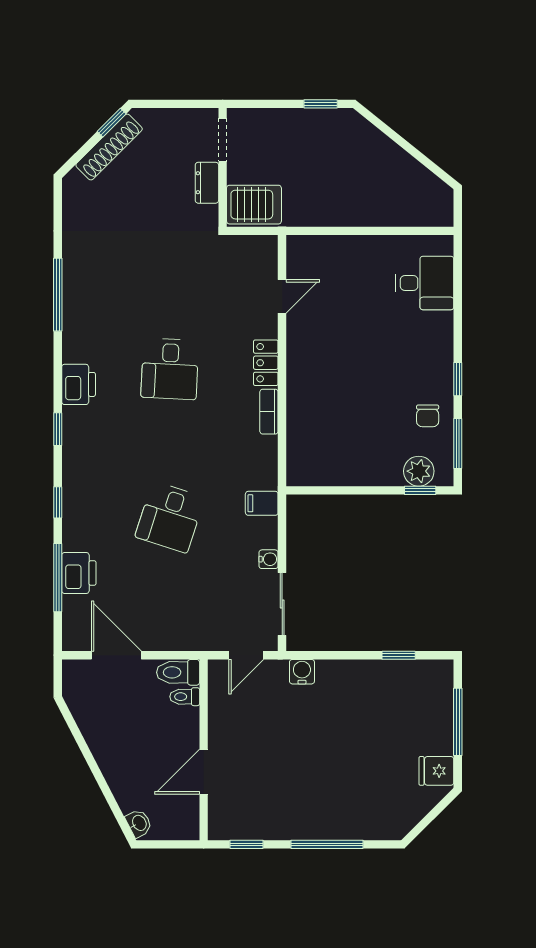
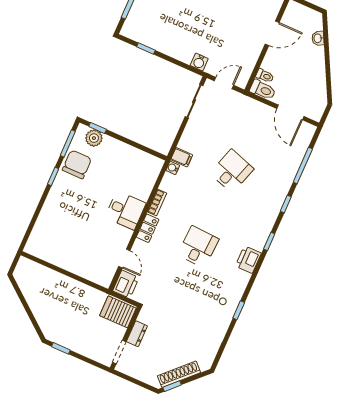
desk: (425, 283) -> (125, 210), moved, turned 180
window: (58, 295) -> (239, 310), width x0.46
door: (282, 296) -> (124, 258), swing flipped
chair: (428, 416) -> (77, 164), width x1.87, depth x1.87
water cooler: (269, 559) -> (173, 168), moved
printer: (79, 573) -> (126, 284), moved, turned 180
washbasin: (139, 823) -> (318, 38), moved

